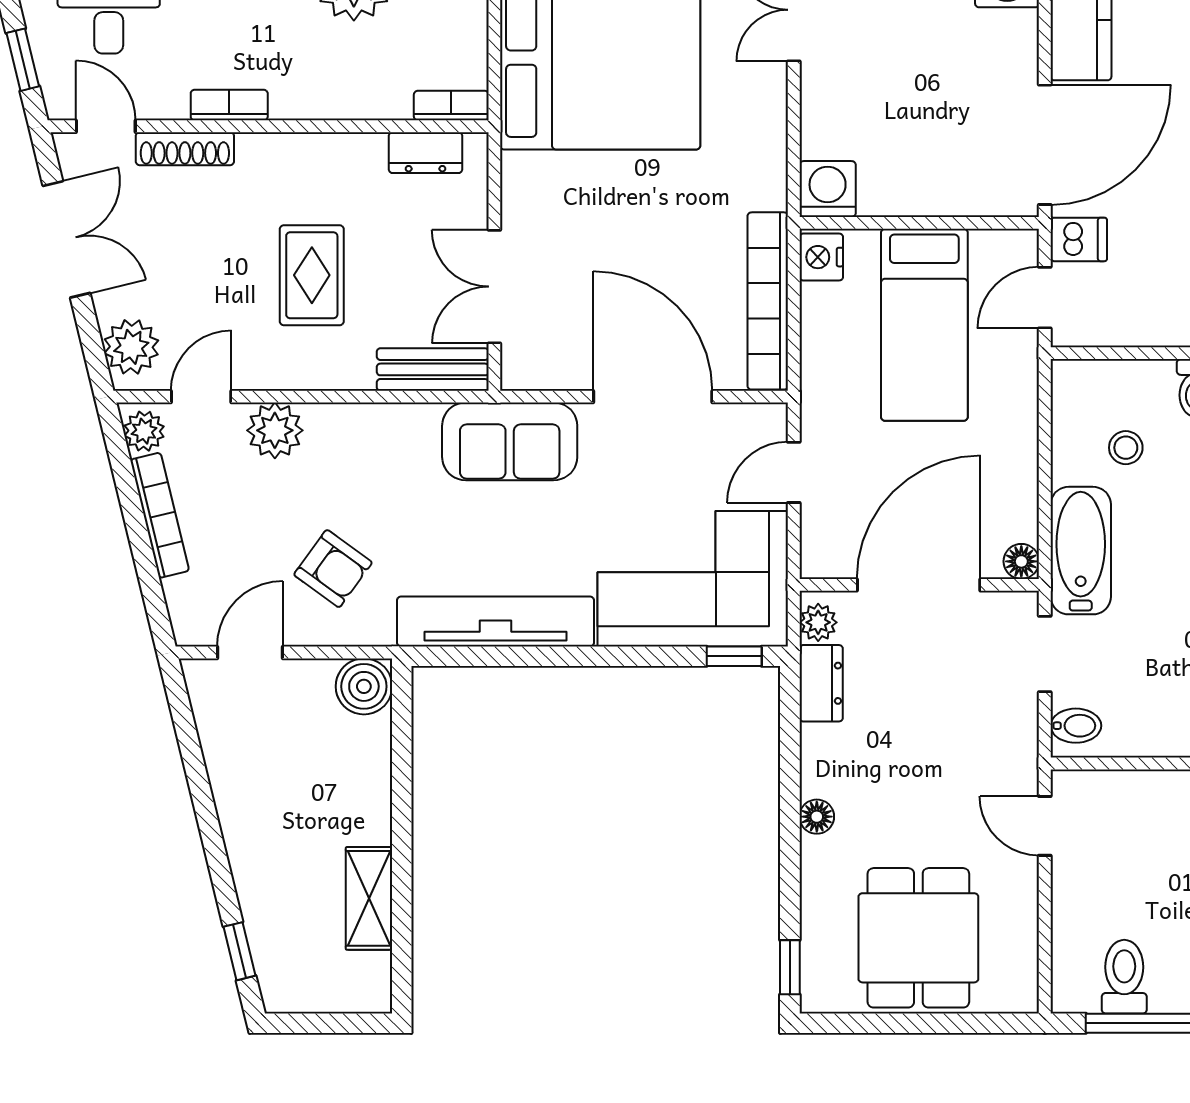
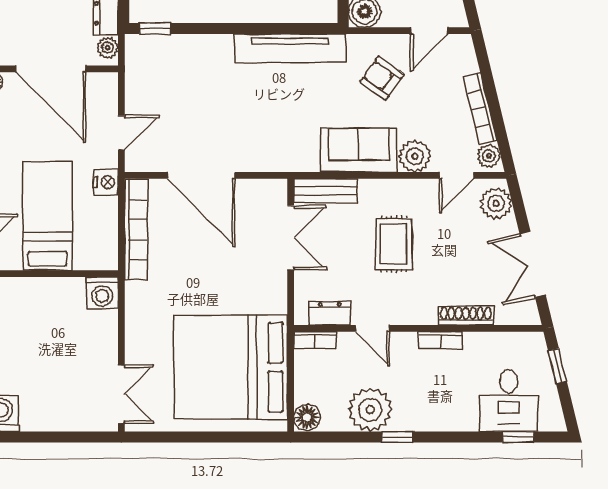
door: (106, 126) -> (373, 328), moved
nightstand: (821, 257) -> (106, 182), moved
sofa: (510, 441) -> (359, 150), moved
corner sofa: (693, 579) -> (178, 72), removed
door: (919, 585) -> (51, 69), hinge flipped

